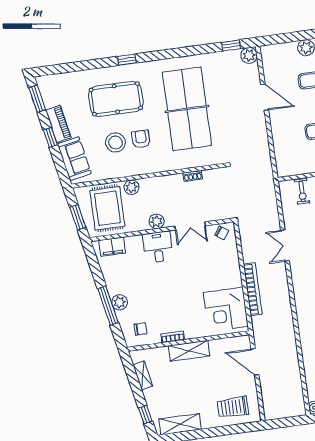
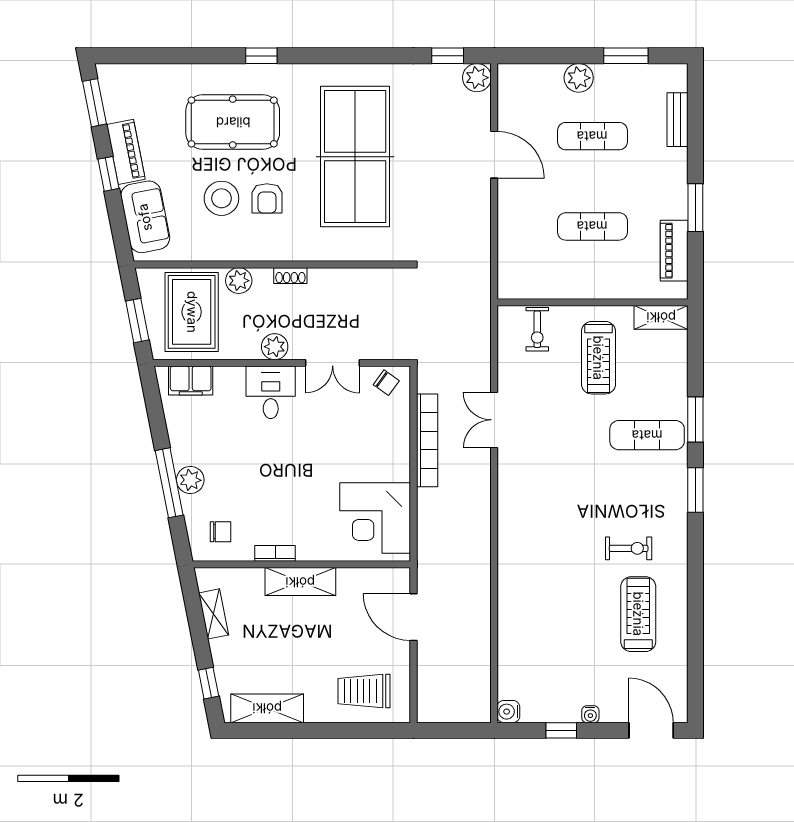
armchair: (141, 139) -> (267, 198), turned 180
shoe rack: (193, 176) -> (290, 276), moved
bookcase: (253, 289) -> (427, 440), moved

